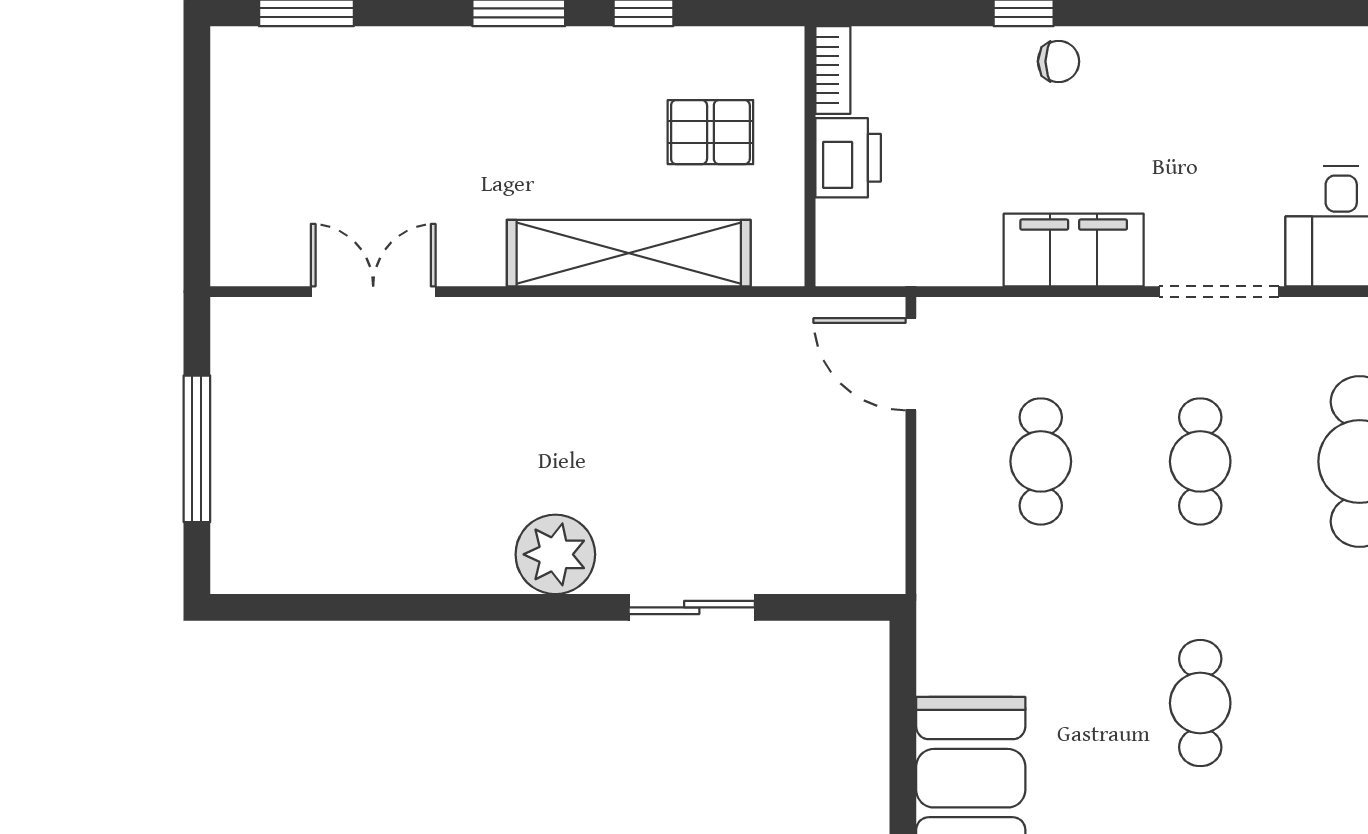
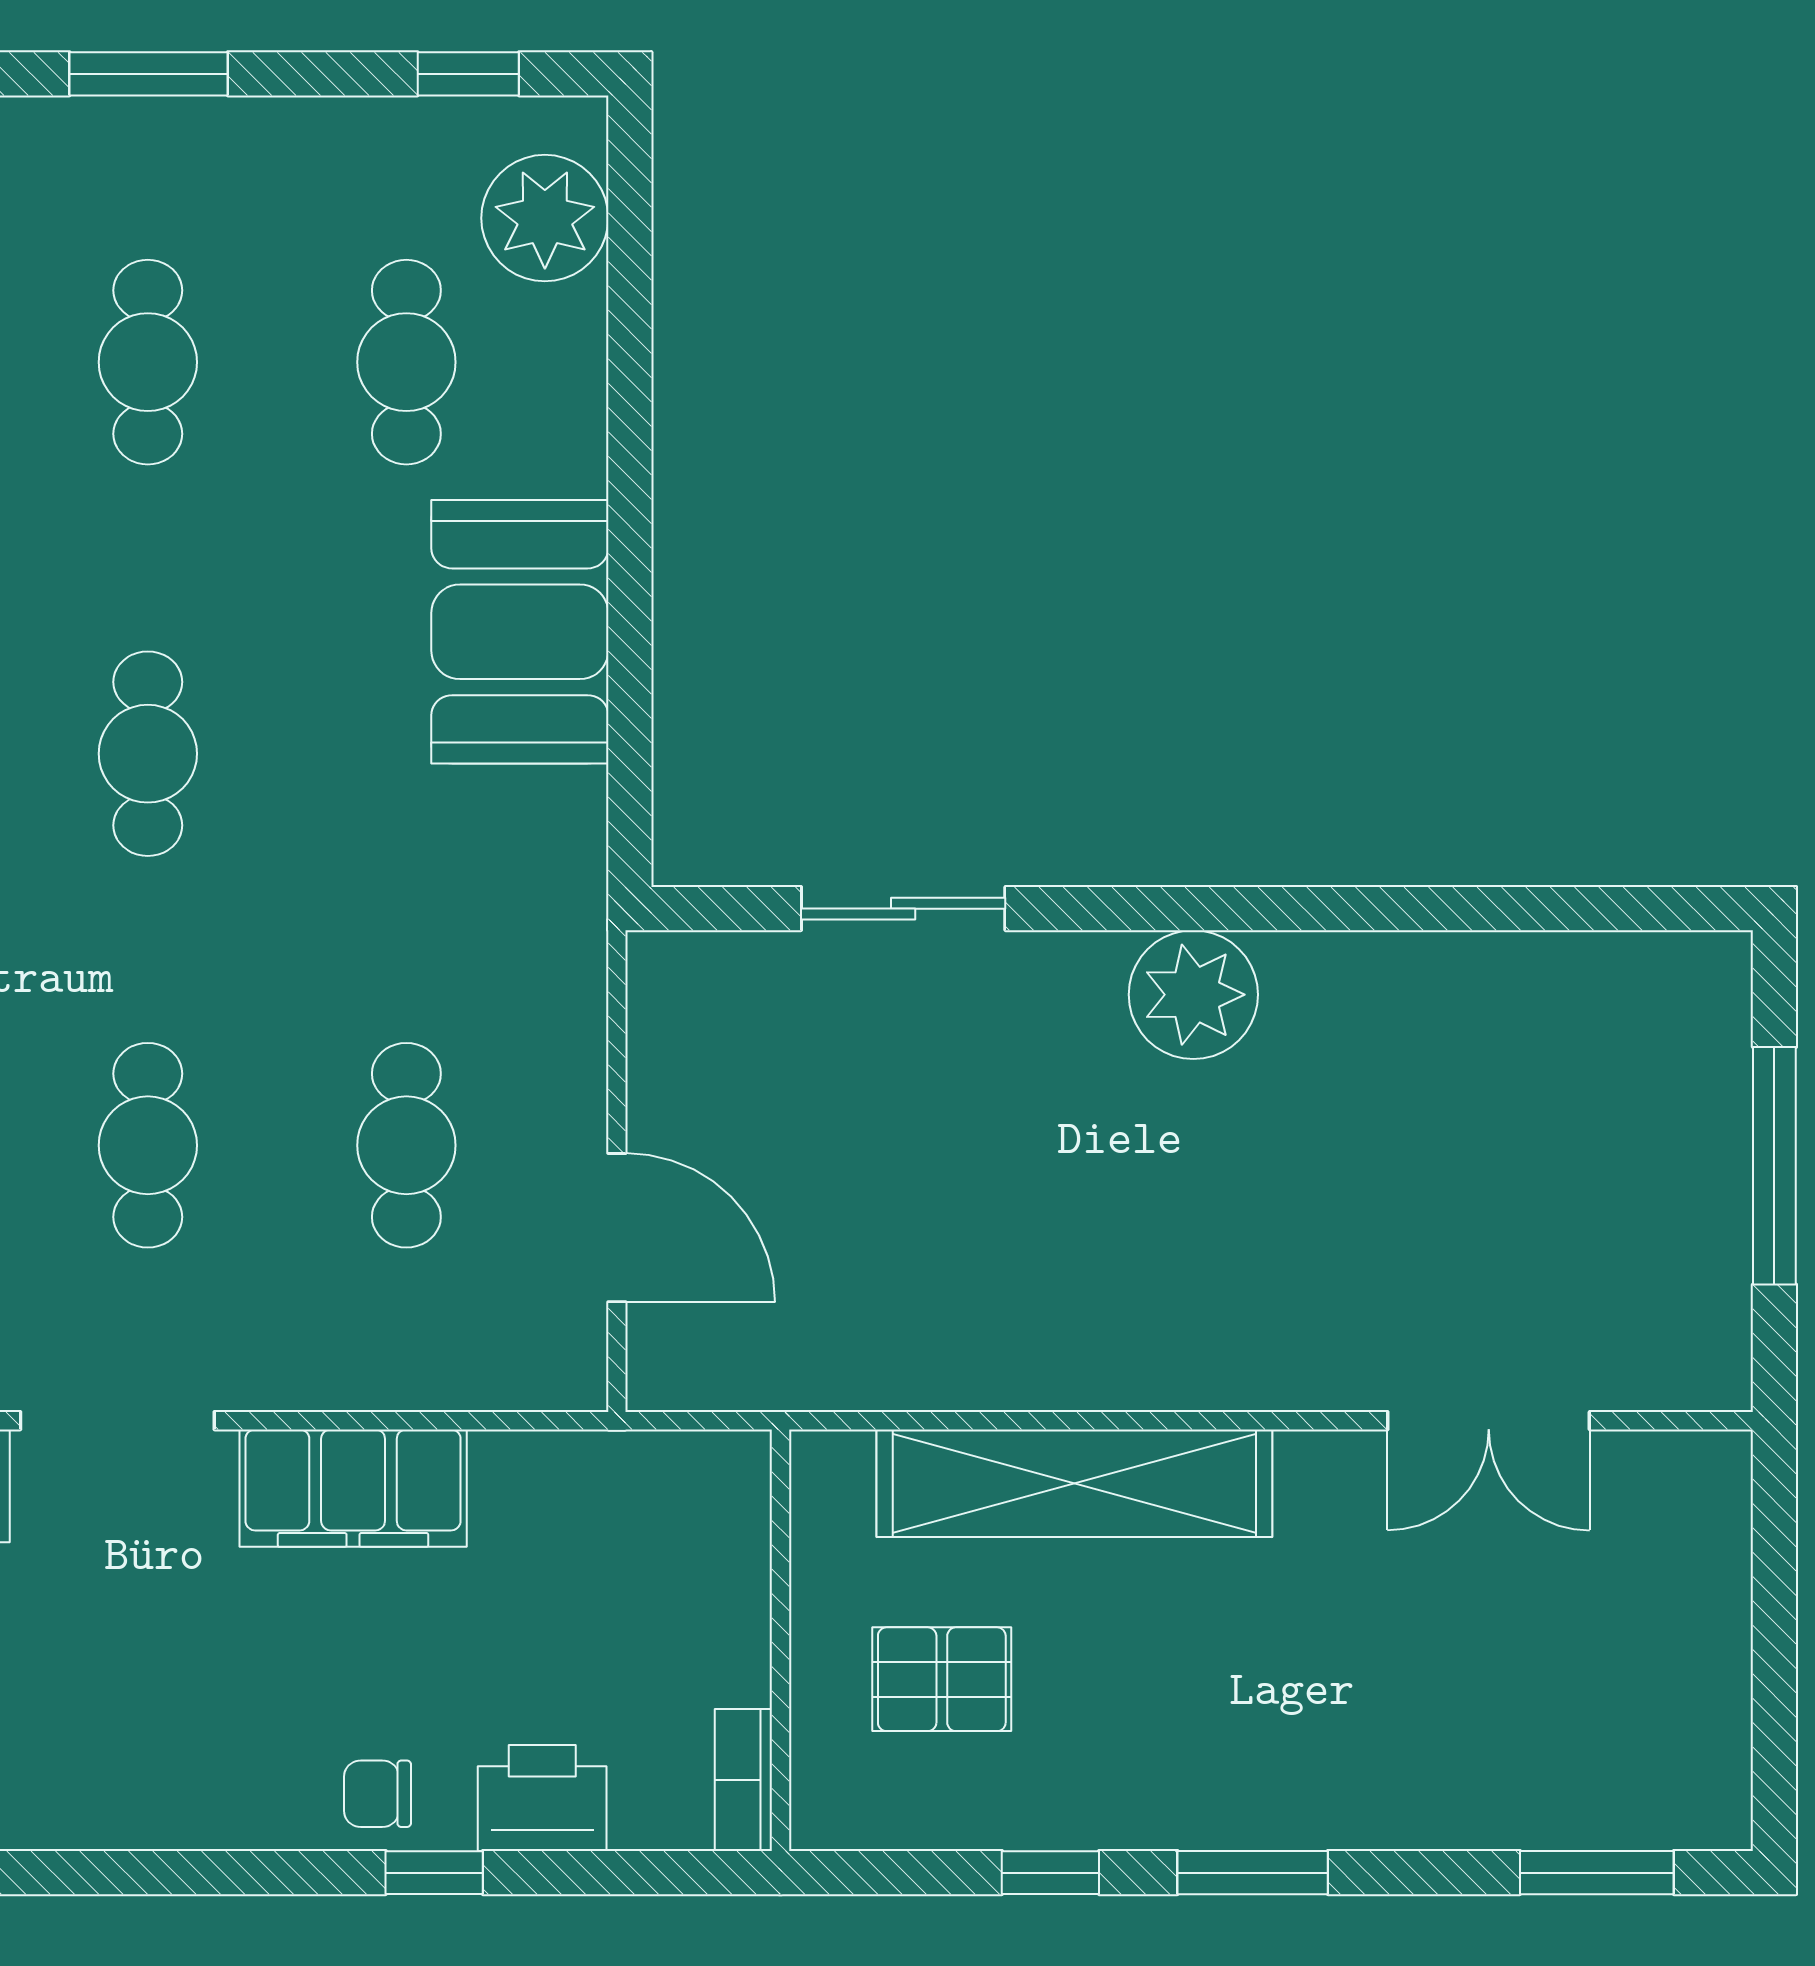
printer: (848, 158) -> (542, 1798), moved, turned 90
door: (911, 364) -> (617, 1228), moved
sliding door: (692, 607) -> (903, 909), moved

